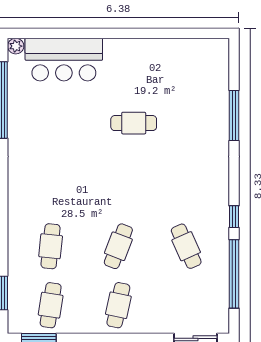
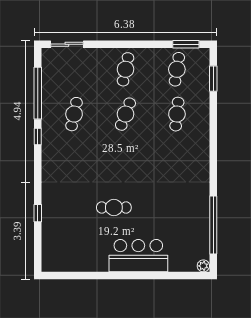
bar counter: (64, 60) -> (138, 256), moved
window: (234, 116) -> (38, 213), width x0.46
cafe table: (186, 246) -> (74, 114), turned 36

